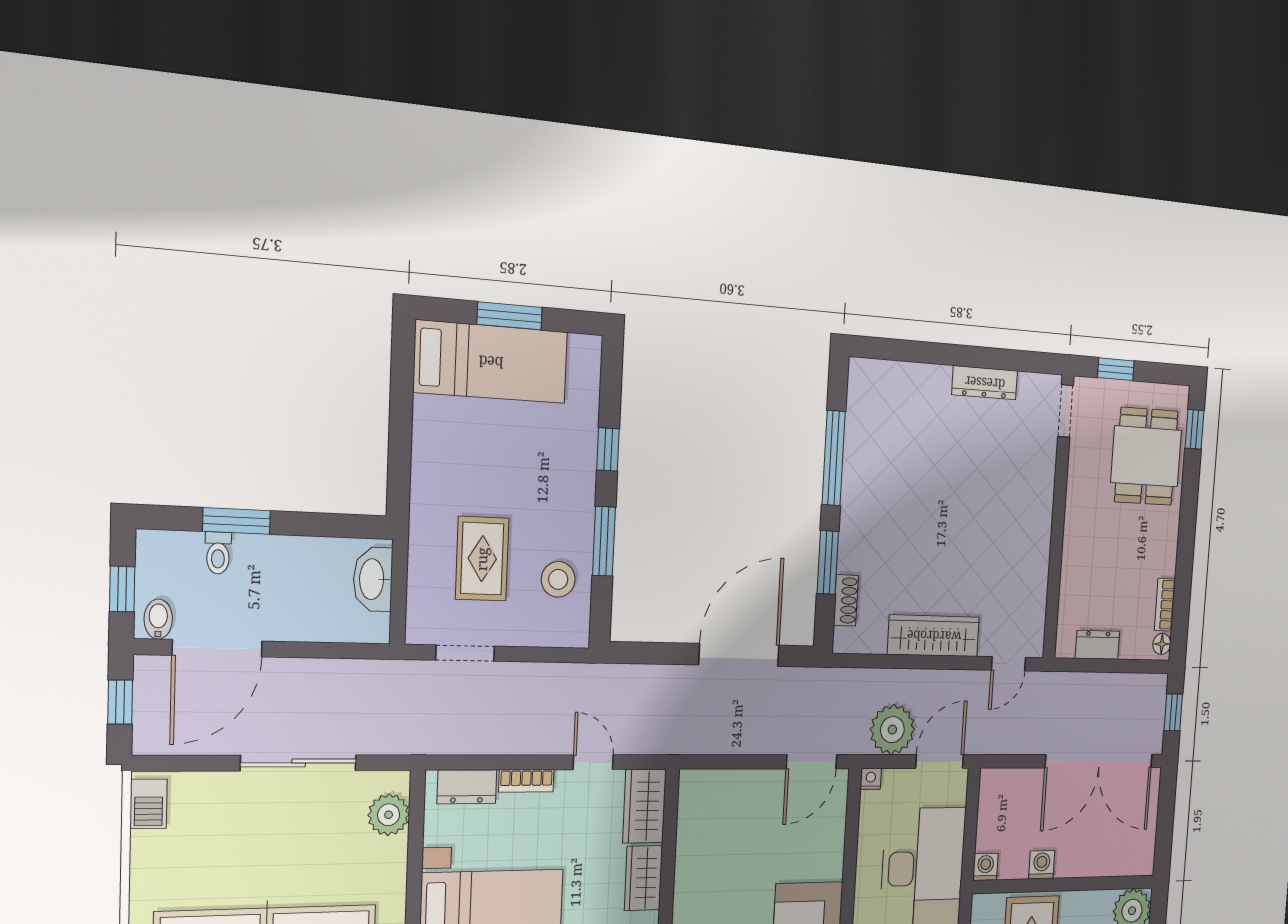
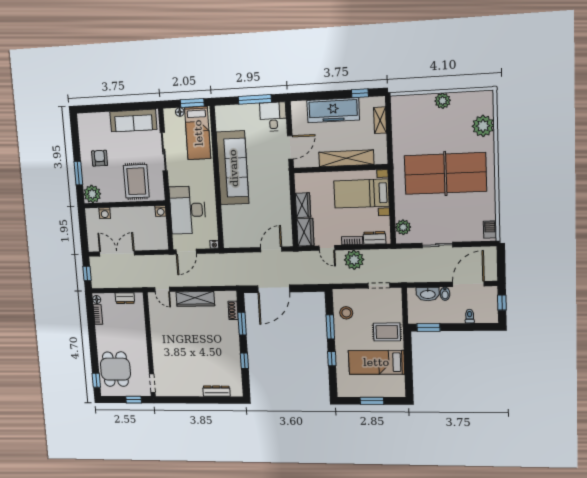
bed: (491, 362) -> (376, 362), moved
dresser: (985, 383) -> (216, 391), moved
window: (834, 458) -> (244, 361), width x0.46
window: (237, 521) -> (428, 327), moved
rug: (482, 559) -> (387, 332), moved, turned 90
washbasin: (373, 579) -> (428, 294), moved, turned 90
bidet: (158, 619) -> (445, 294), moved
door: (1008, 664) -> (162, 290), swing flipped
window: (120, 702) -> (501, 264), removed
plant: (892, 730) -> (354, 260), moved
double door: (1099, 761) -> (117, 253), width x0.73
door: (812, 762) -> (271, 249), moved
sliding door: (299, 763) -> (437, 245), width x0.73
washing machine: (1042, 865) -> (105, 213), moved

